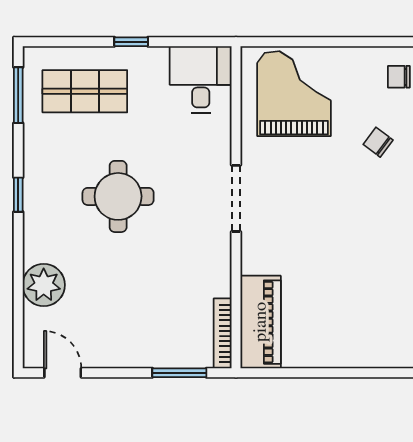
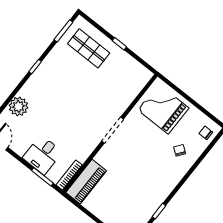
desk: (201, 79) -> (43, 155), moved, turned 180
grand piano: (294, 94) -> (163, 109), turned -90
round table: (118, 196) -> (71, 96), removed

